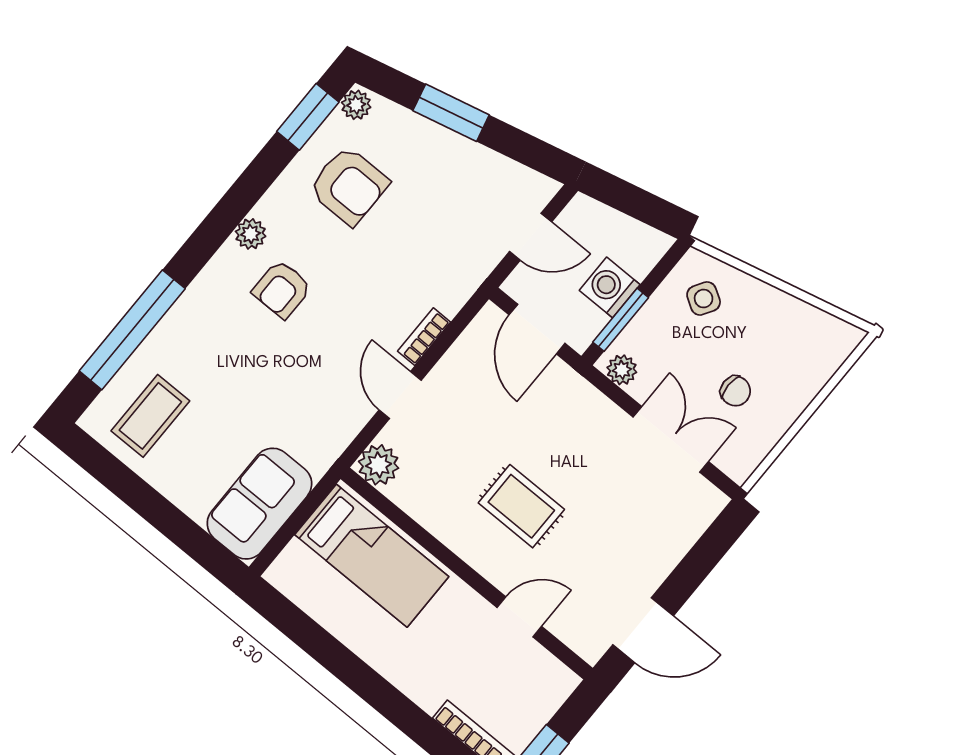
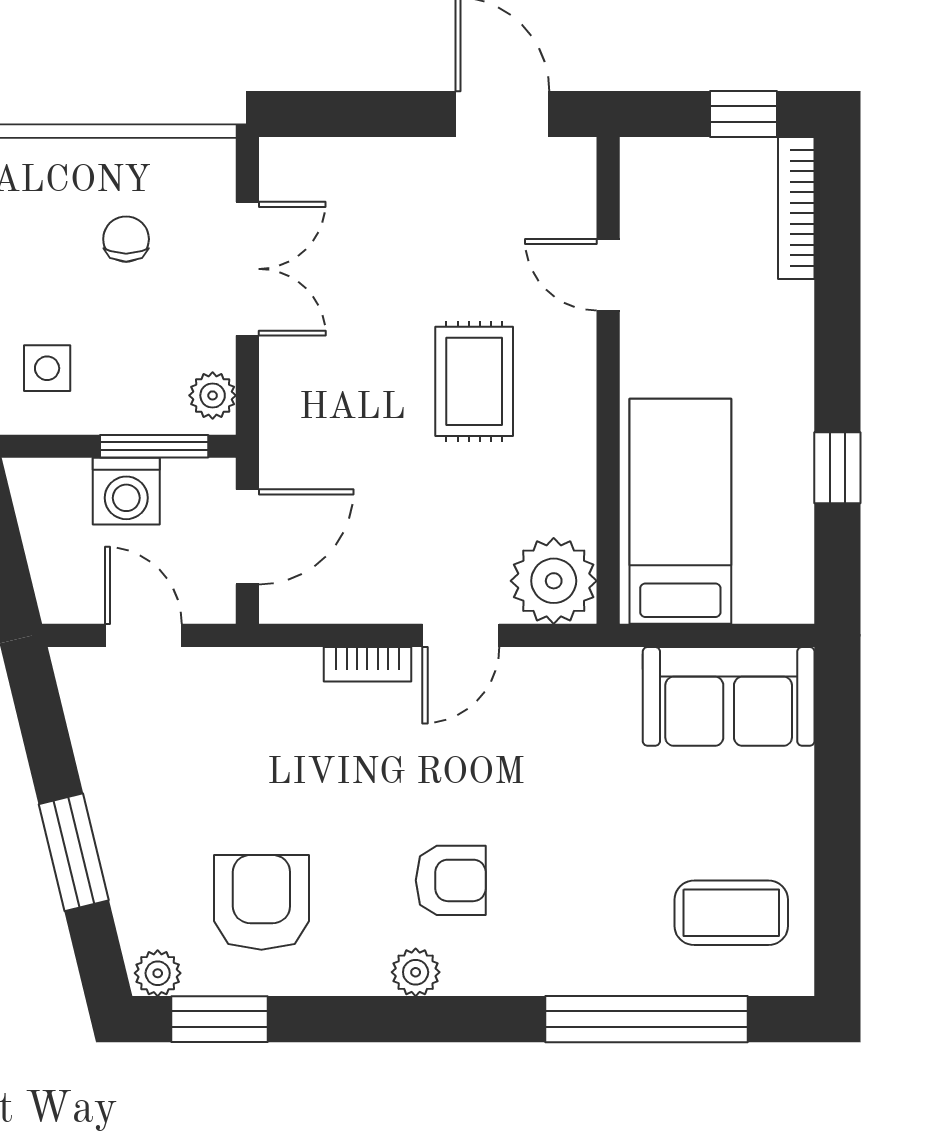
side table: (704, 298) -> (47, 368), turned -31
double door: (671, 439) -> (247, 269), swing flipped
plant: (379, 465) -> (554, 581), width x1.36, depth x1.36
window: (329, 652) -> (837, 468), added

